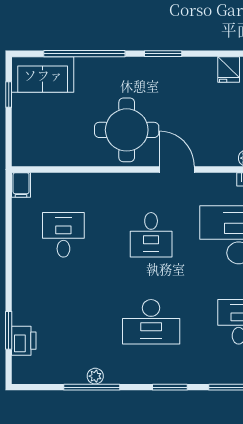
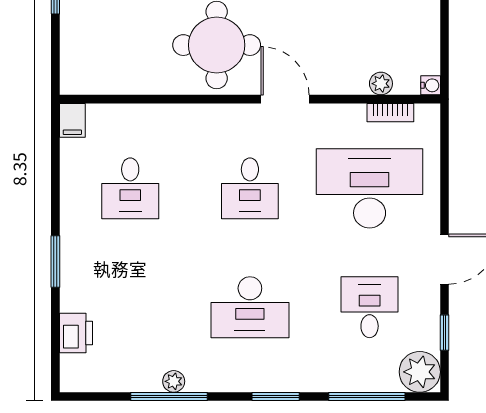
desk: (63, 235) -> (130, 188), turned 180
window: (9, 330) -> (55, 261), moved

